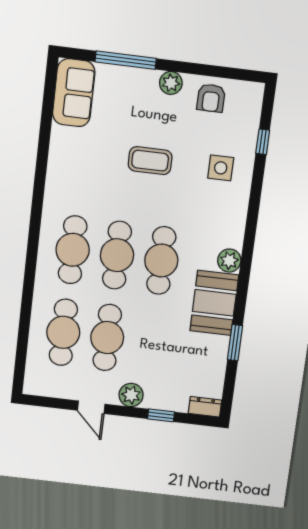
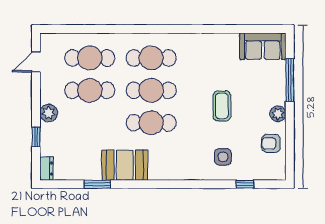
plant: (229, 261) -> (157, 172), removed
door: (91, 407) -> (36, 62), moved

